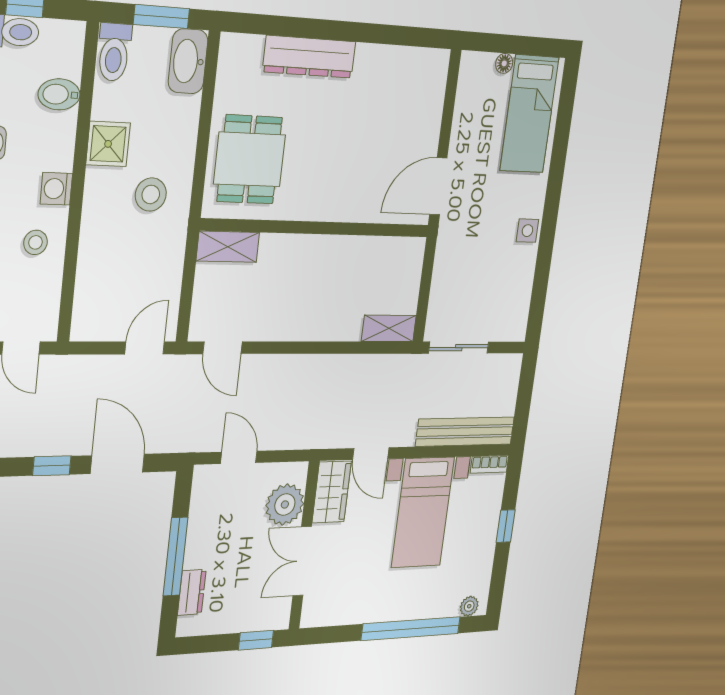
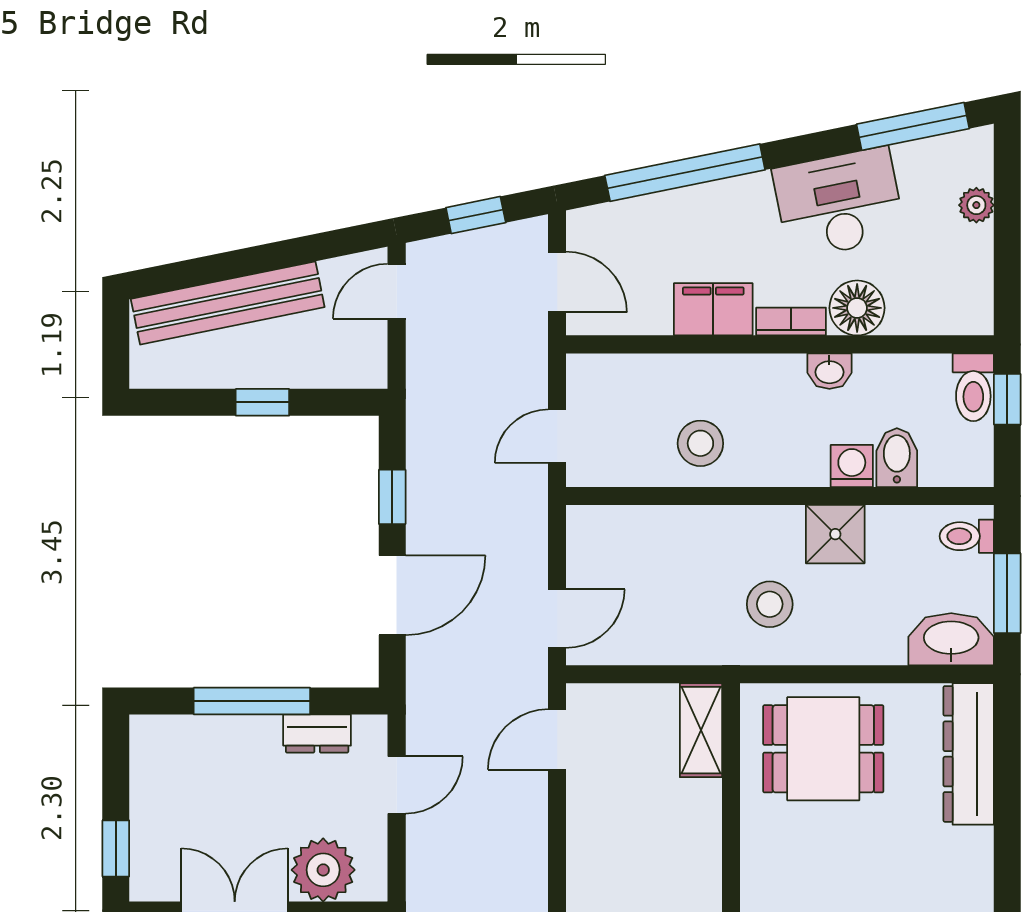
toilet: (114, 52) -> (967, 536), width x0.73, depth x0.72
dresser: (309, 57) -> (969, 754), moved
washing machine: (56, 189) -> (852, 466), moved
stool: (35, 242) -> (700, 443), width x1.37, depth x1.37
door: (145, 348) -> (557, 619), hinge flipped
dresser: (192, 592) -> (317, 733), moved

